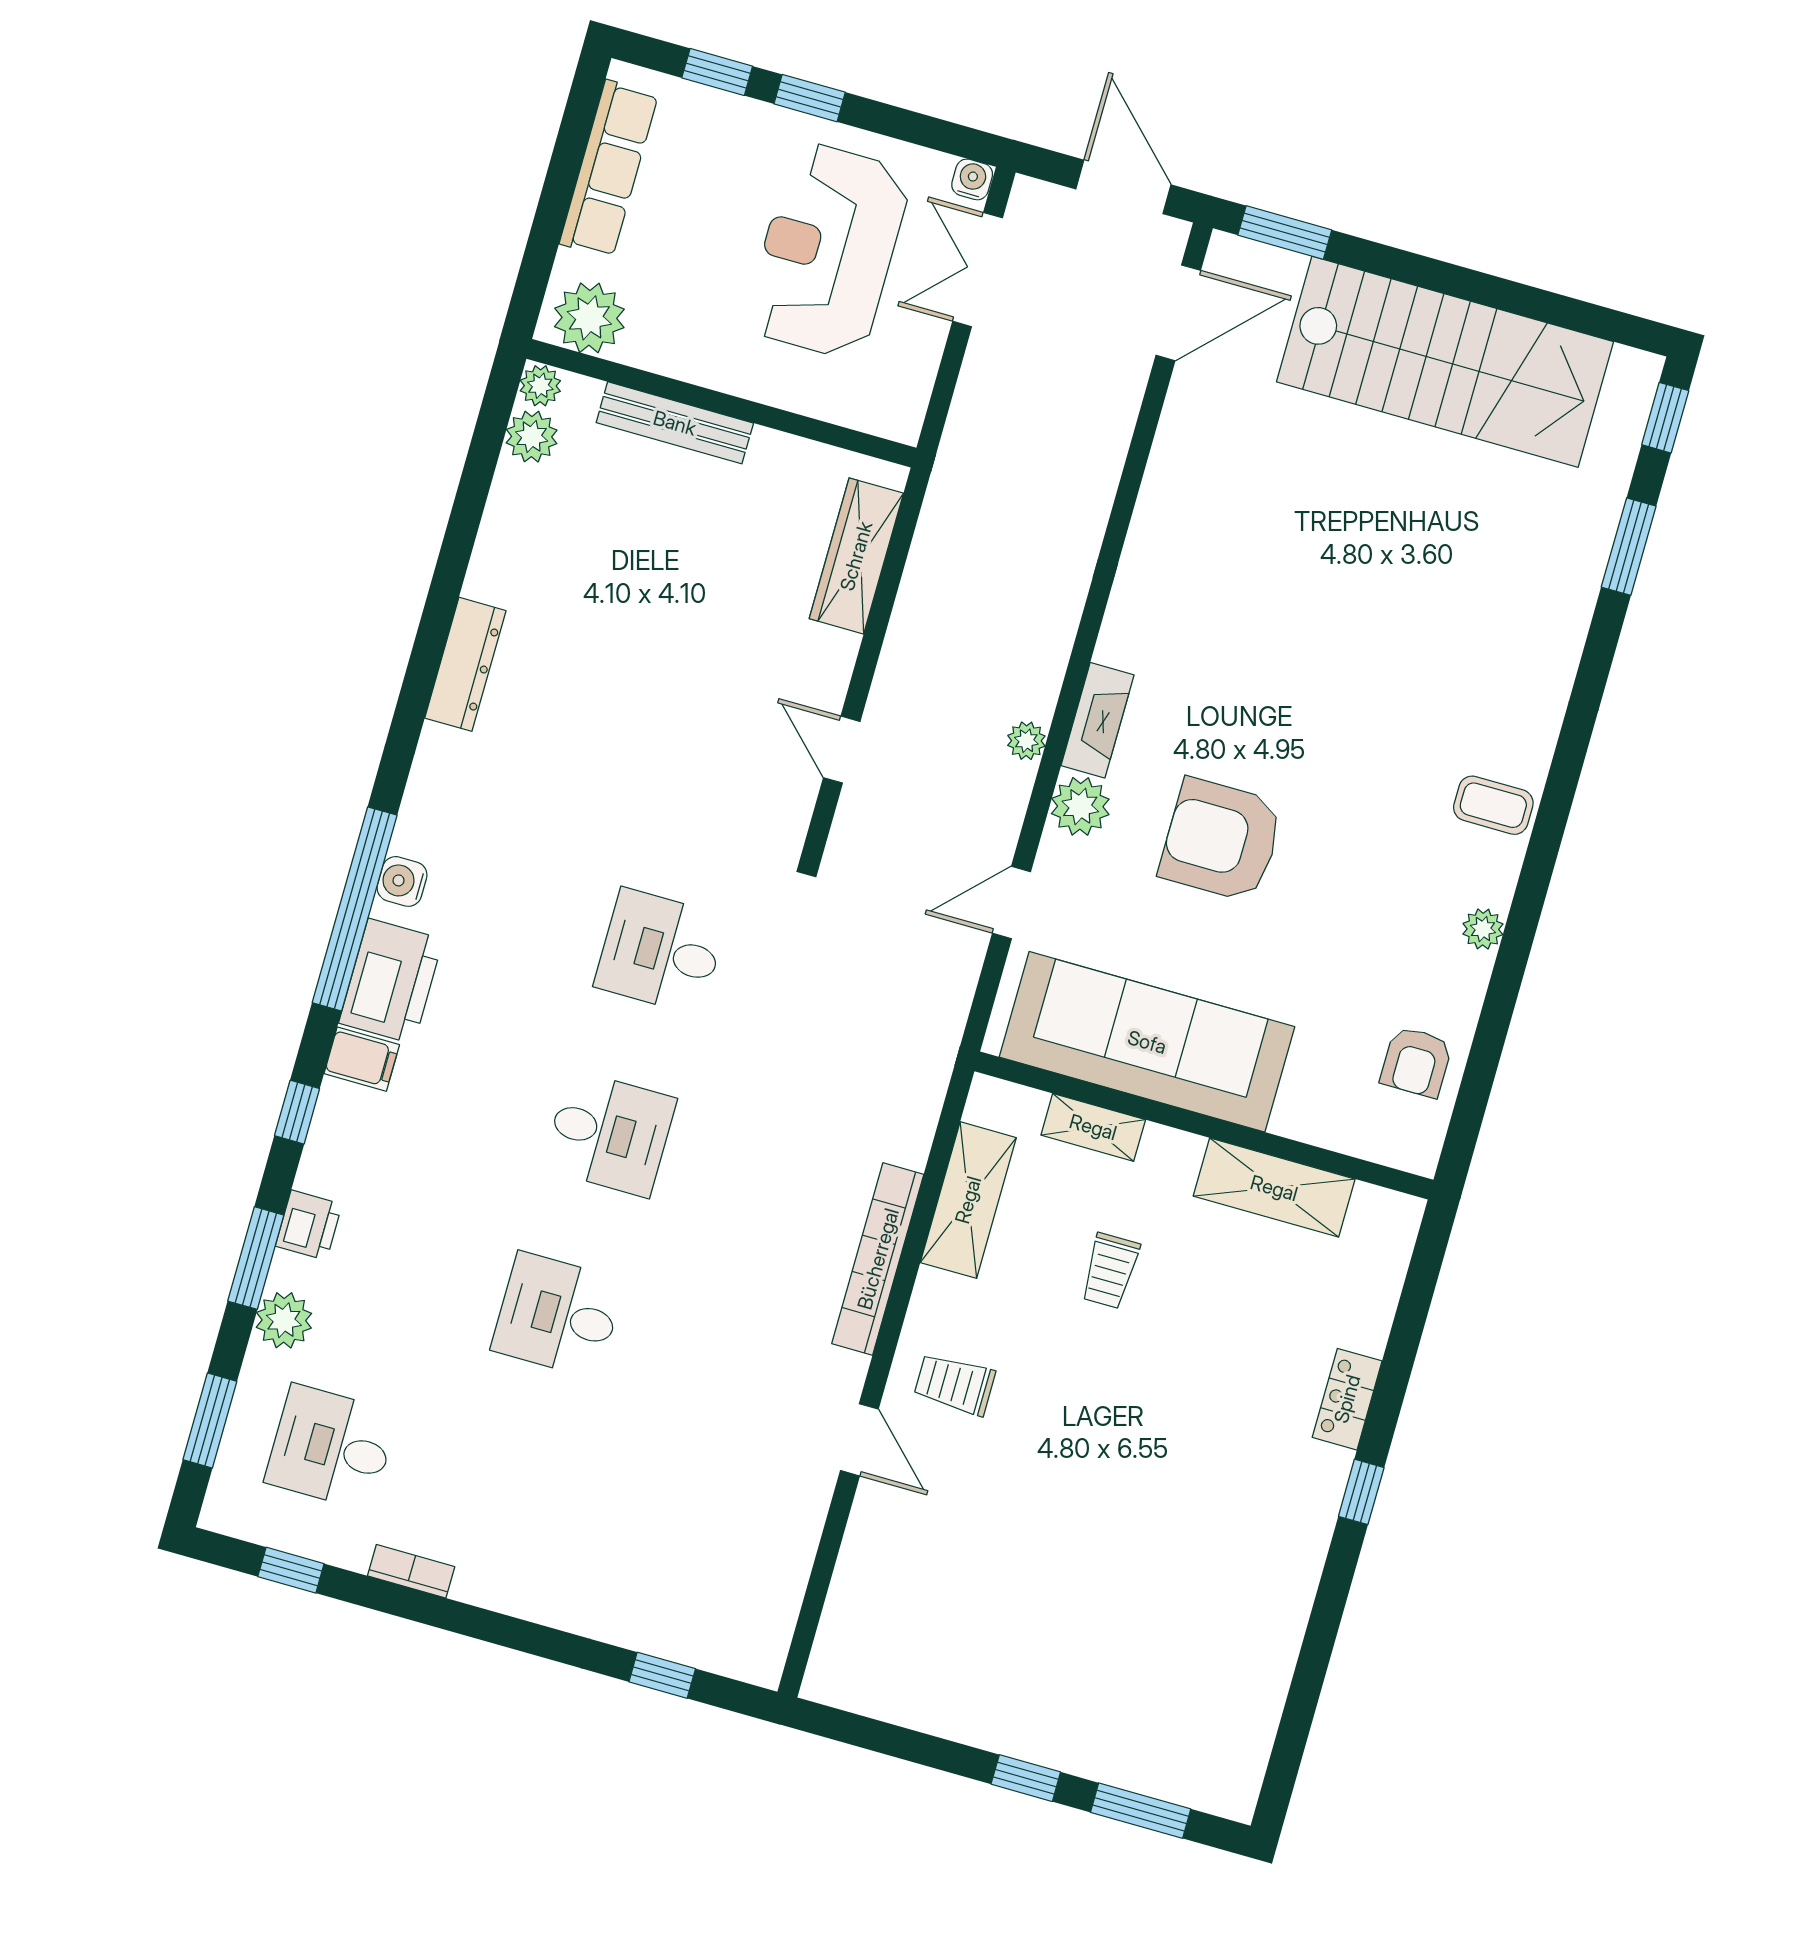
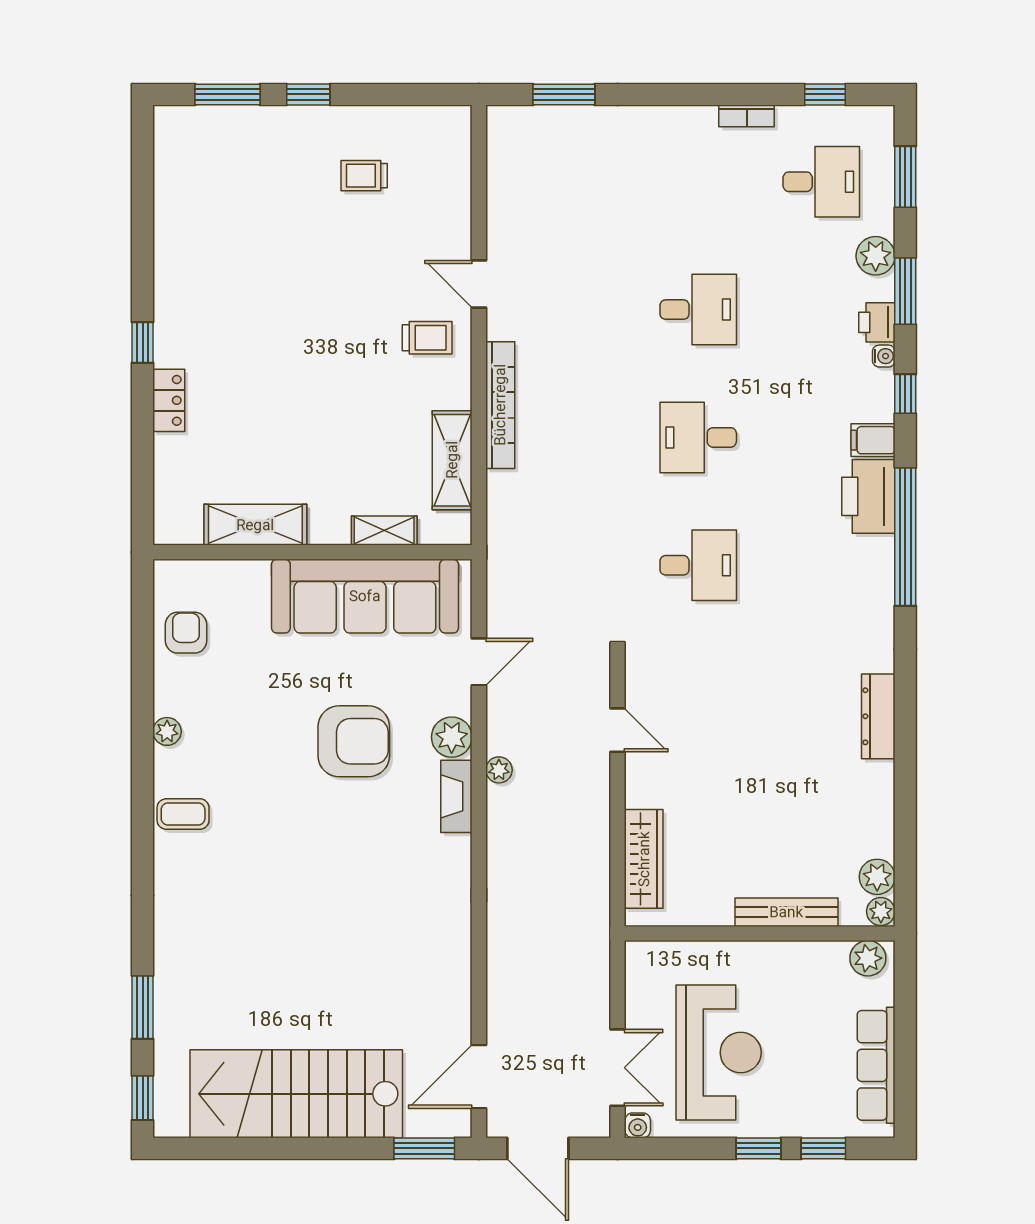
plant: (589, 318) -> (868, 958), width x0.73, depth x0.73
water cooler: (402, 881) -> (884, 356), moved, width x0.72, depth x0.72
trolley: (1110, 1271) -> (364, 176), moved, turned -90
window: (662, 1675) -> (564, 94), width x1.50

